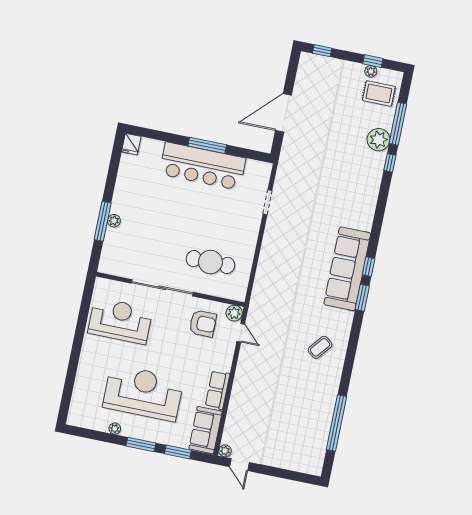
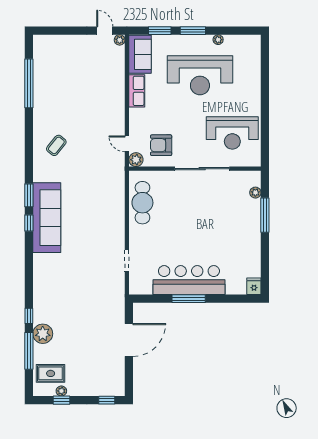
plant: (114, 221) -> (255, 193), moved
cafe table: (210, 262) -> (142, 203), moved, turned 90

